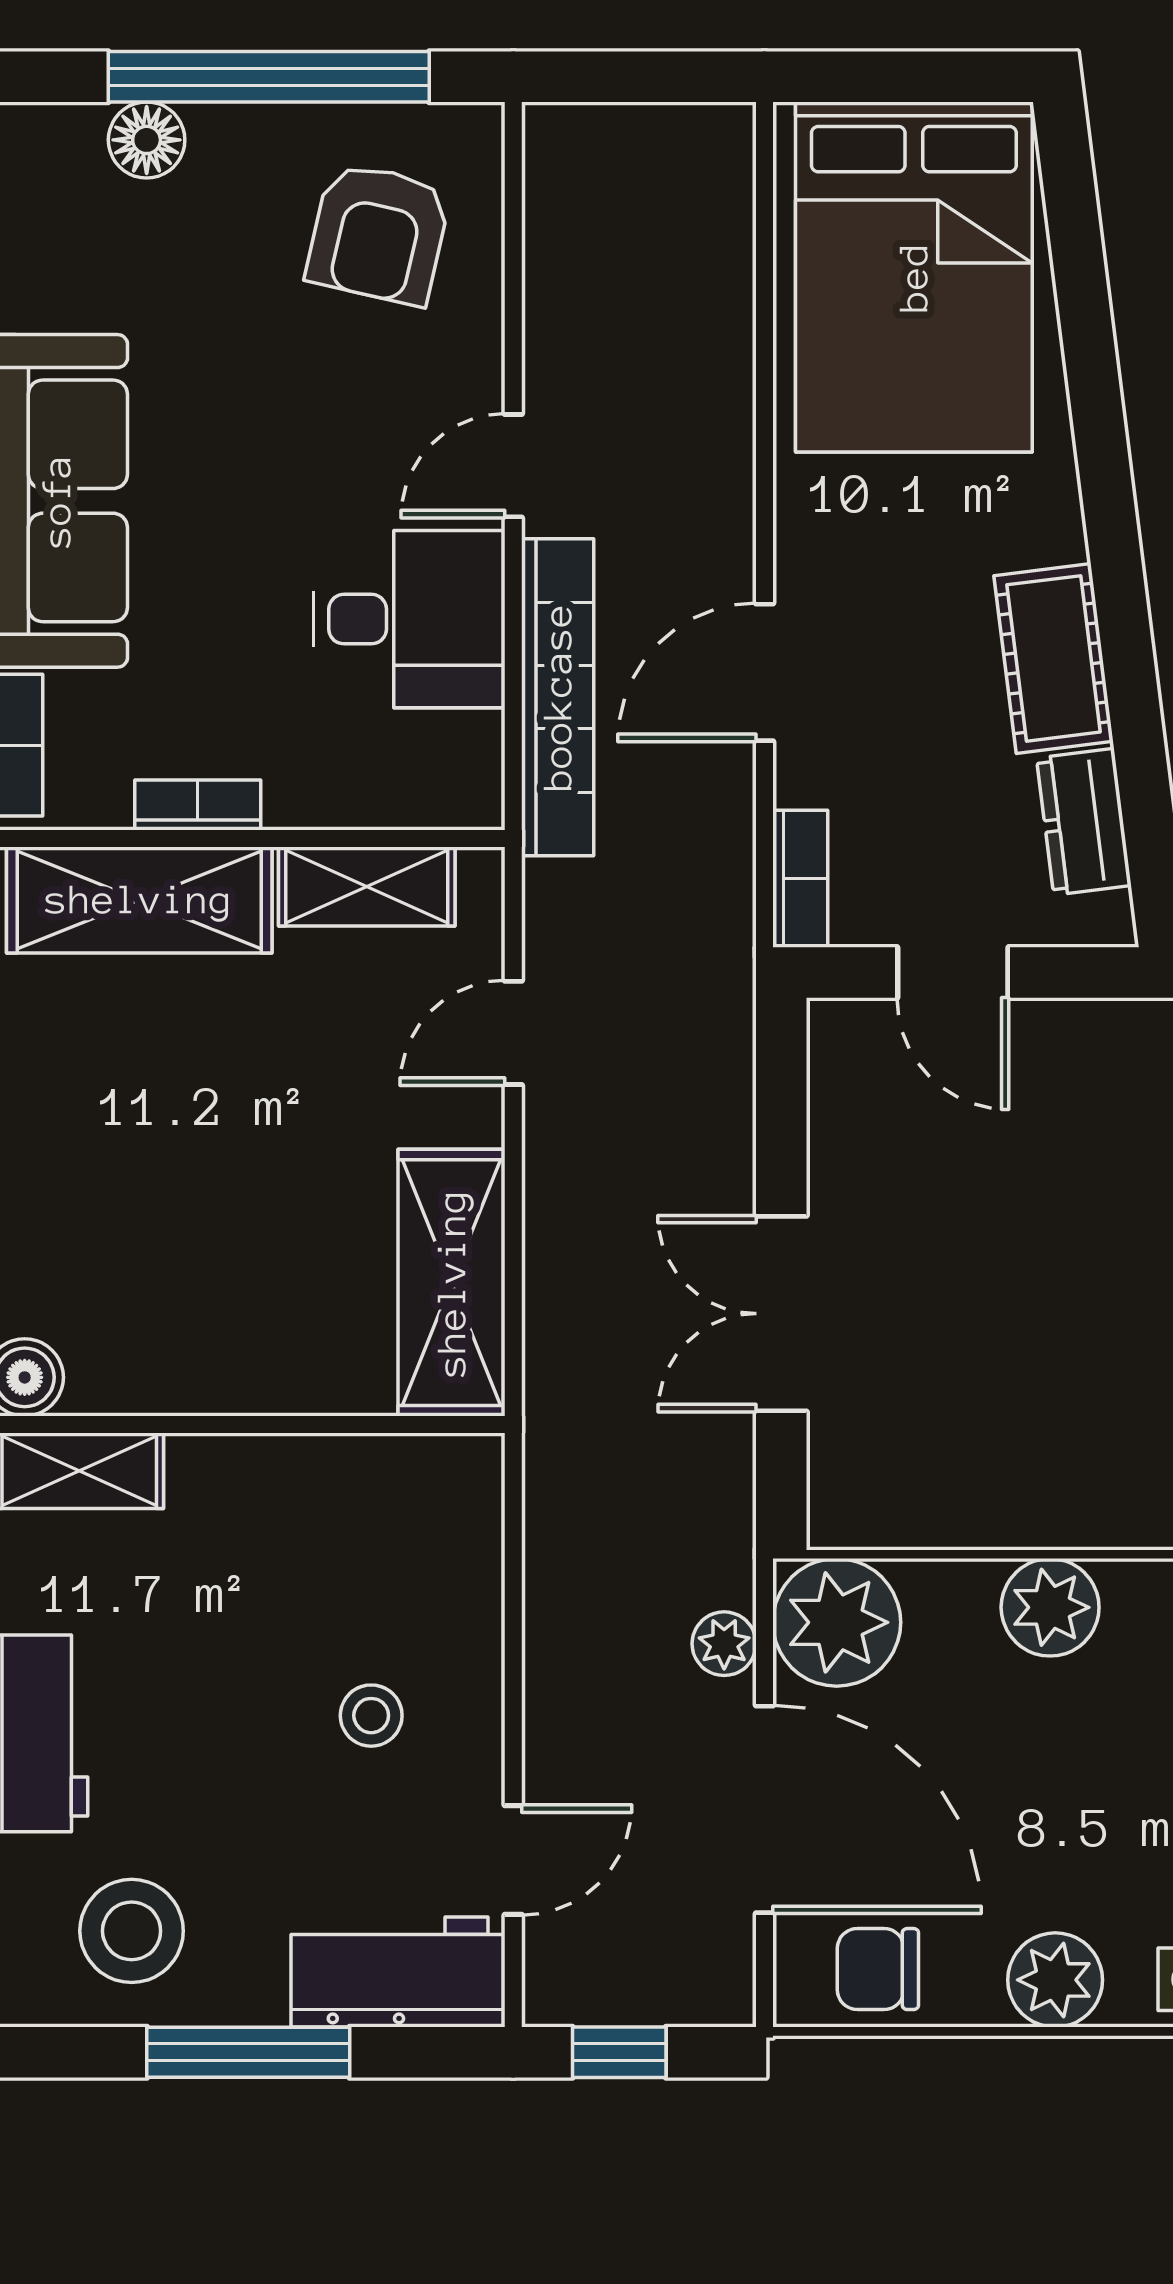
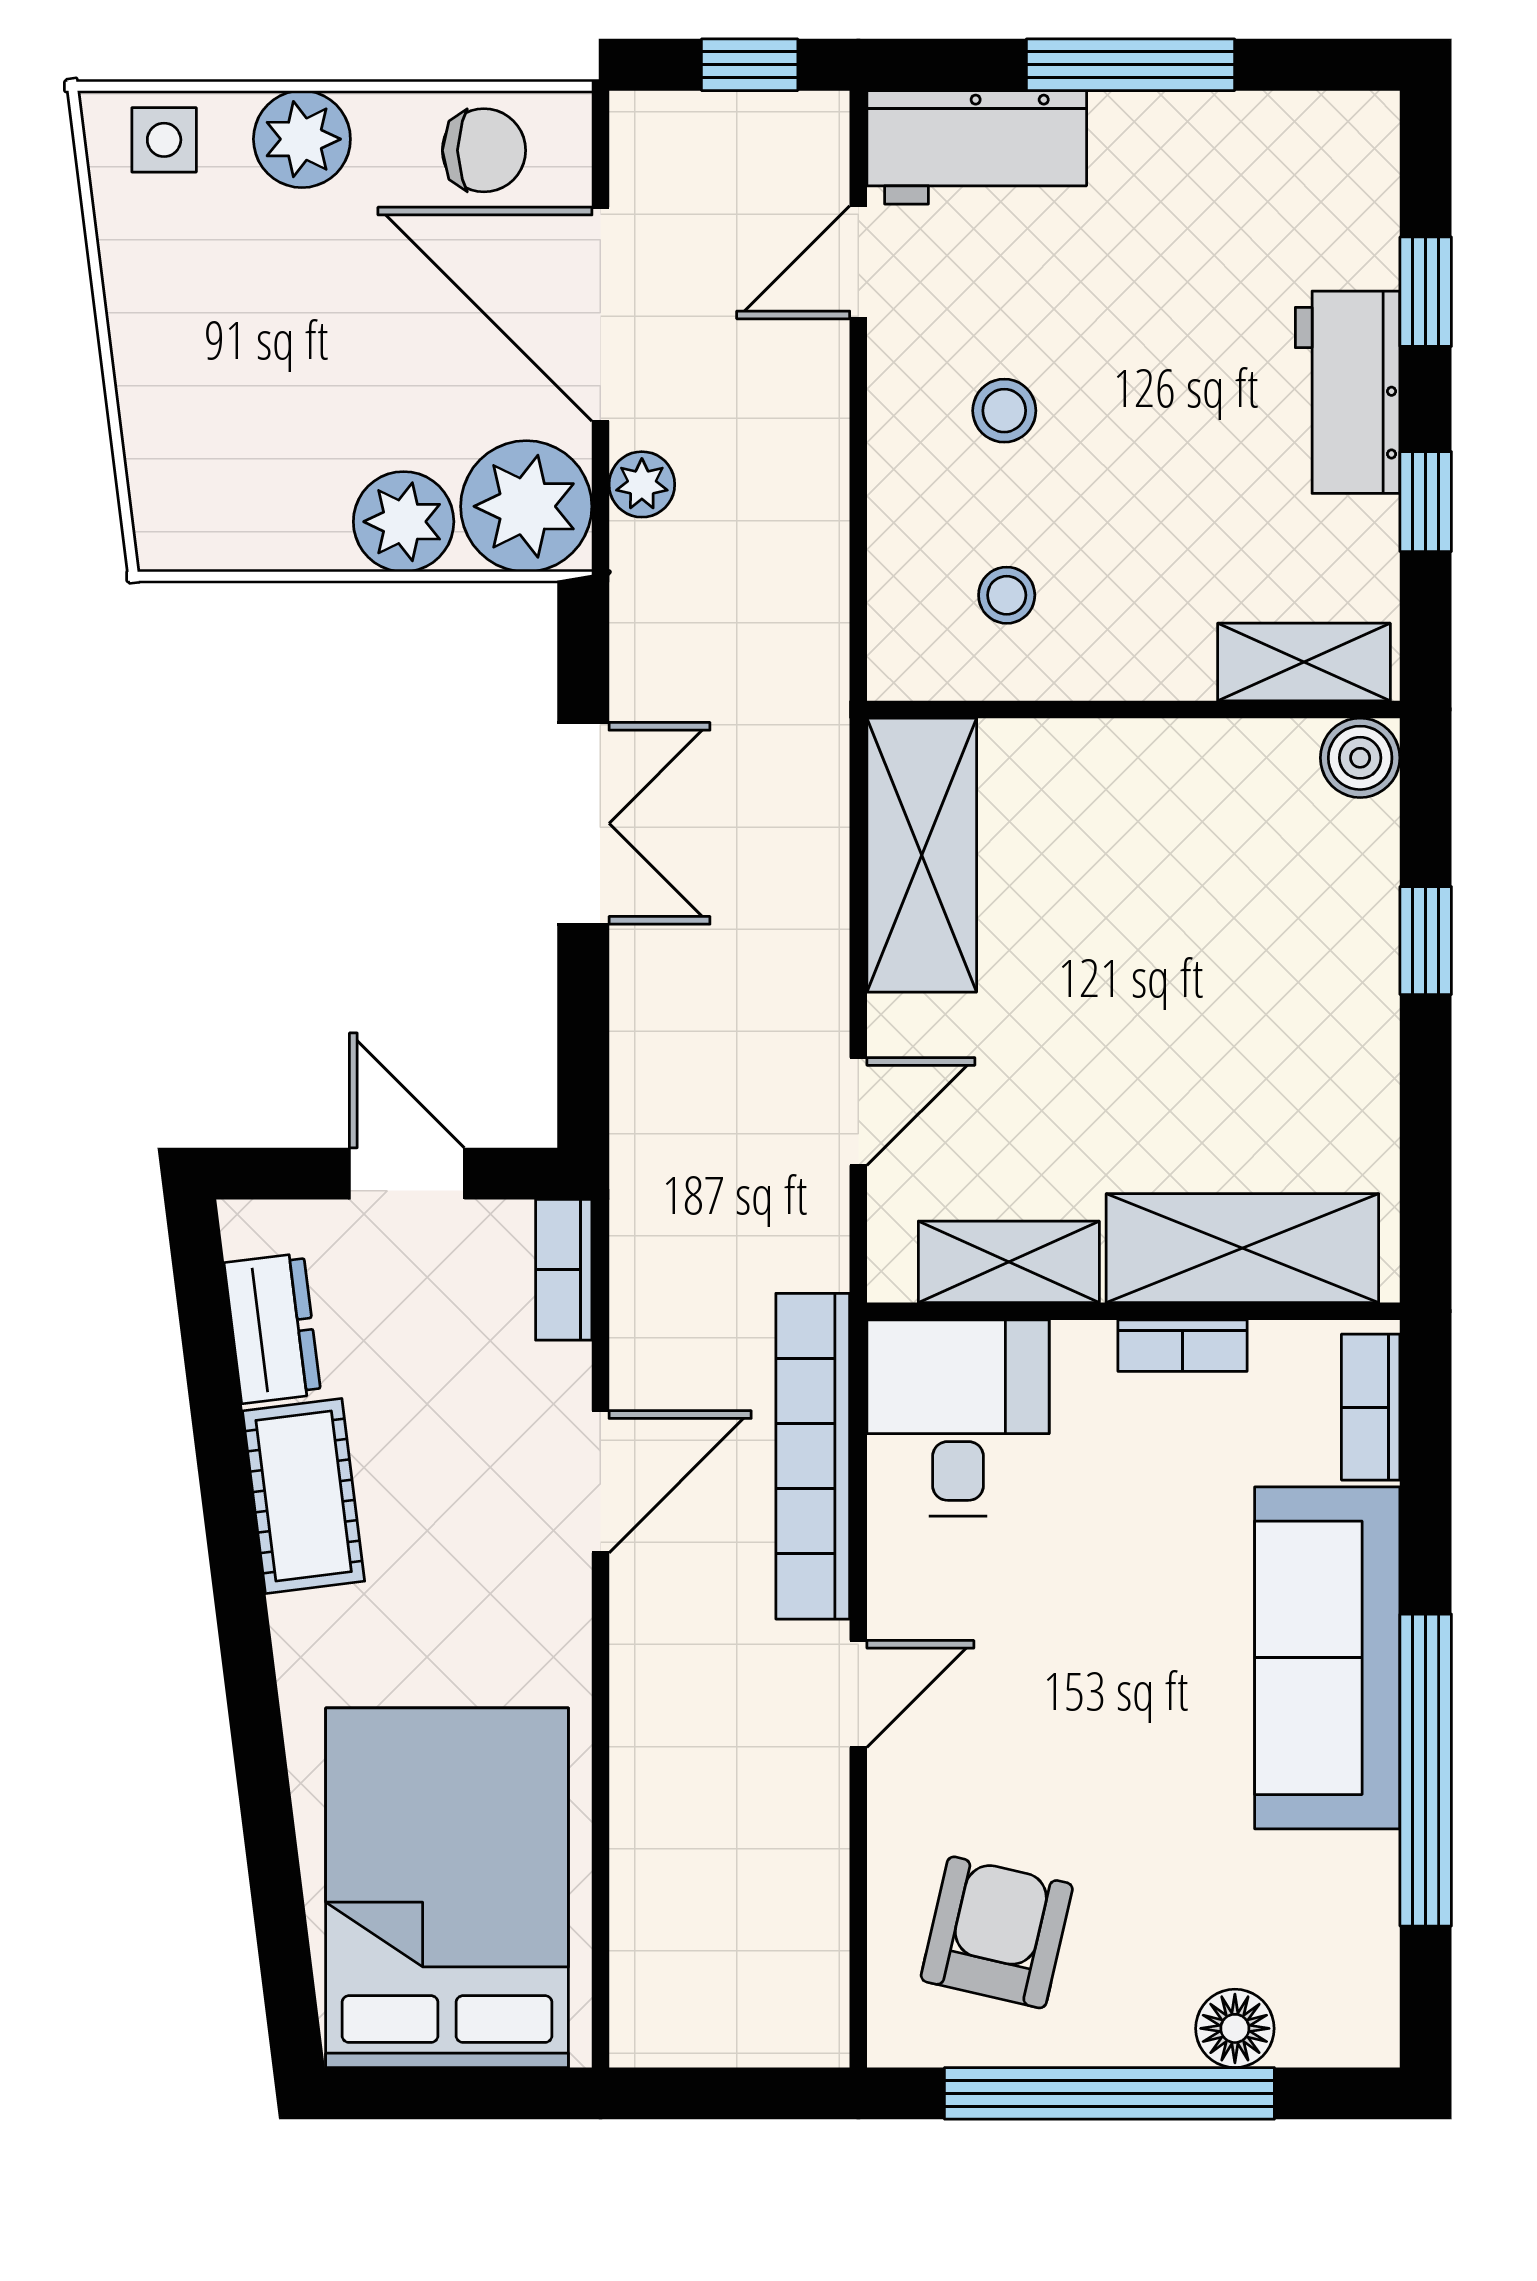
desk: (409, 619) -> (958, 1418), moved, turned 90
plant: (1050, 1607) -> (404, 522), moved
stool: (132, 1931) -> (1007, 595), moved, width x0.53, depth x0.53

